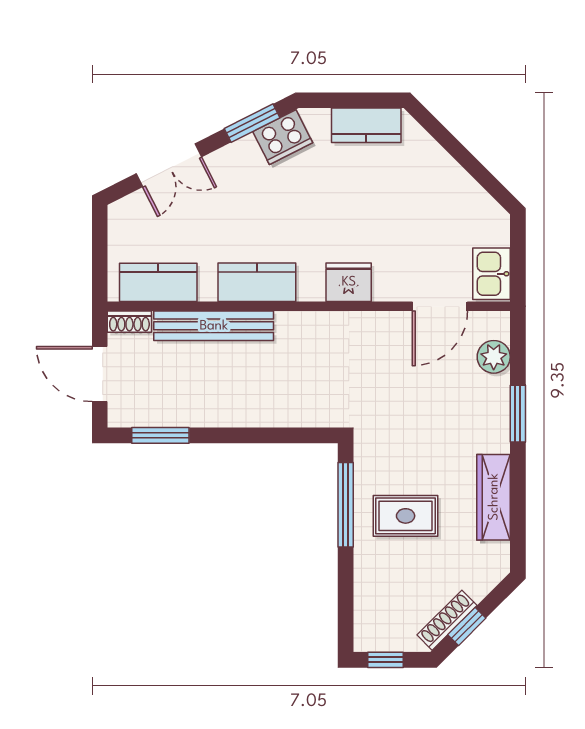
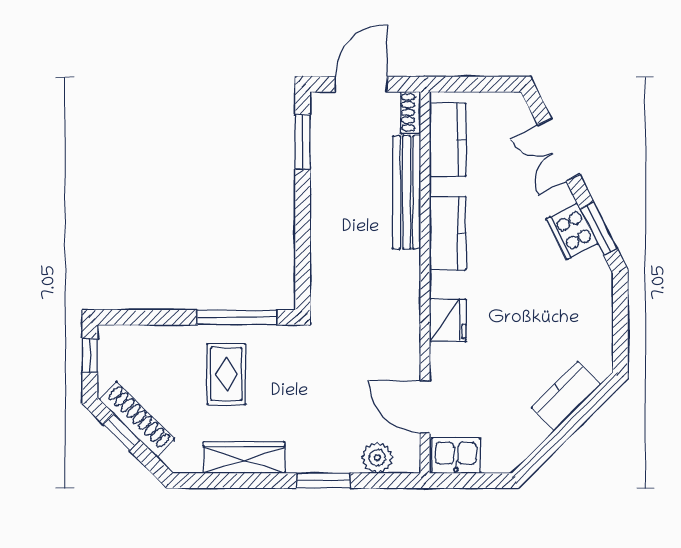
kitchen counter: (366, 125) -> (566, 396), moved, turned 45
cooker: (283, 137) -> (572, 231), moved
shoe rack: (447, 620) -> (137, 419), width x1.36, depth x1.24

